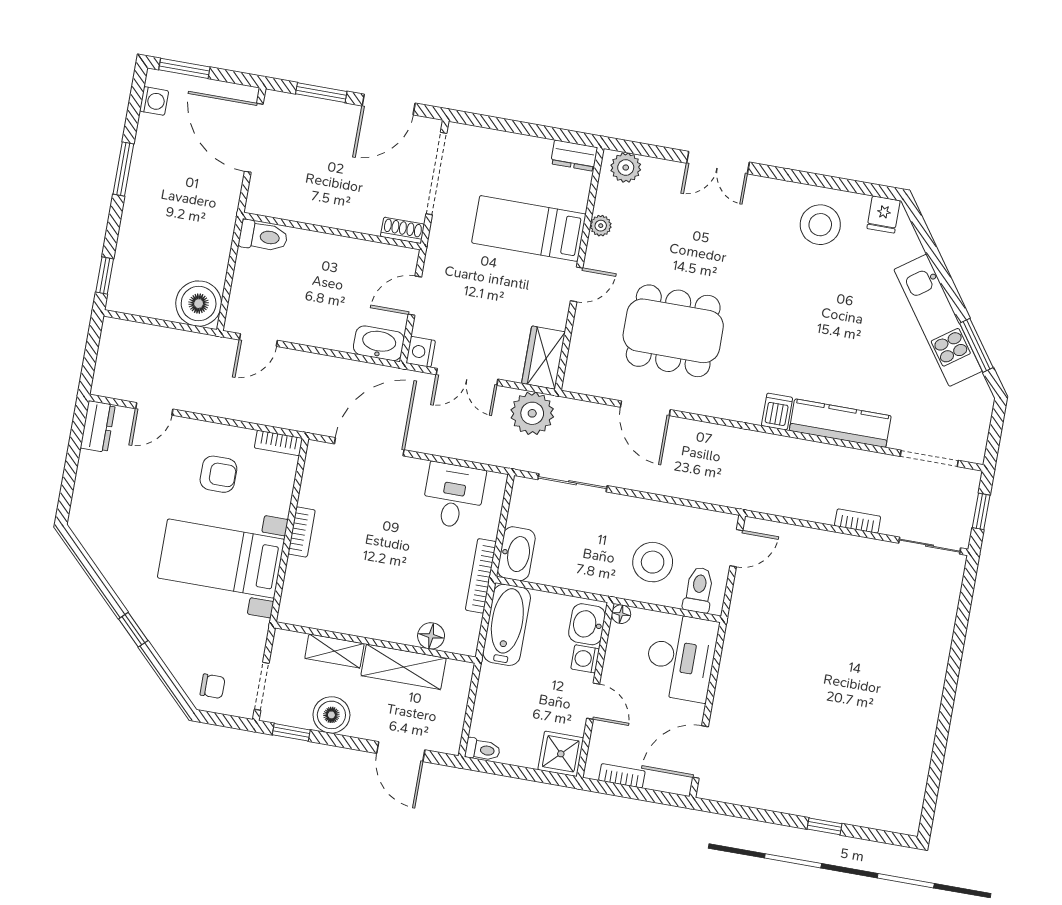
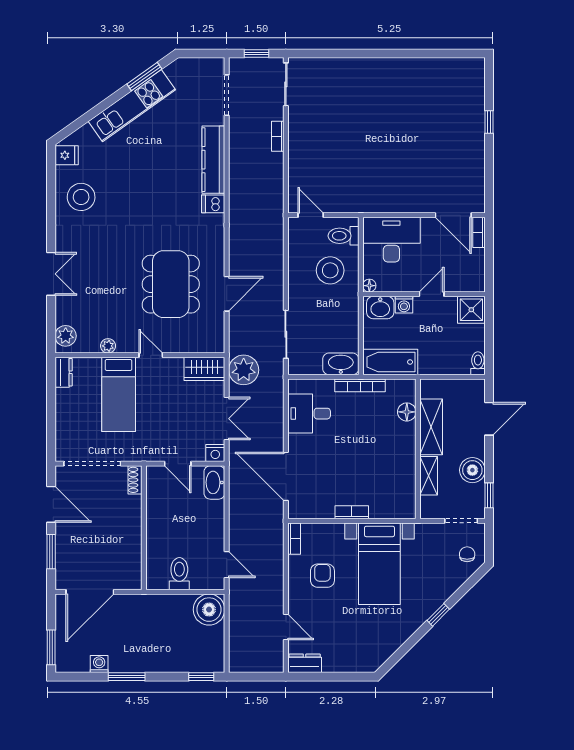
washing machine: (154, 101) -> (99, 664), moved
toilet: (263, 236) -> (179, 574), moved
bookcase: (622, 776) -> (479, 232), moved

